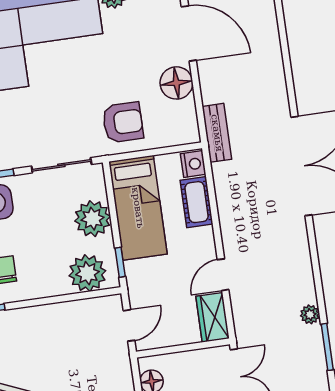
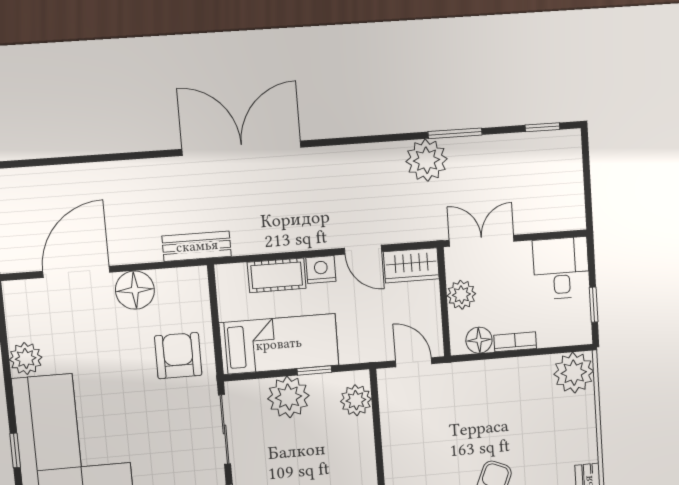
nightstand: (193, 164) -> (321, 270), moved
window: (120, 262) -> (314, 370), moved
plant: (87, 273) -> (356, 400), width x0.73, depth x0.73
plant: (310, 314) -> (427, 160), width x1.88, depth x1.88
plant: (190, 363) -> (461, 295), added

